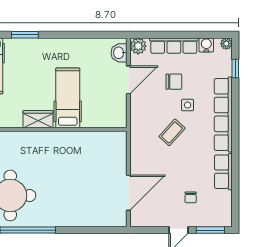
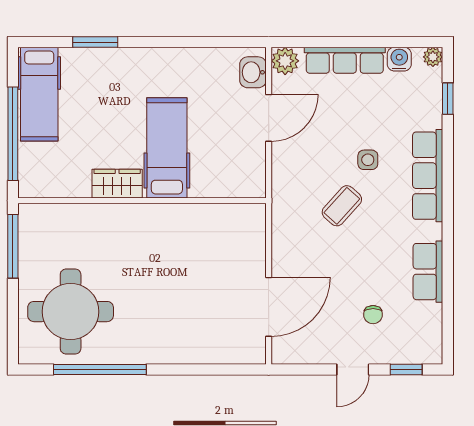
chair: (174, 82) -> (345, 121), removed
row of seats: (223, 114) -> (428, 176), width x0.73
window: (210, 230) -> (406, 369), width x0.67

